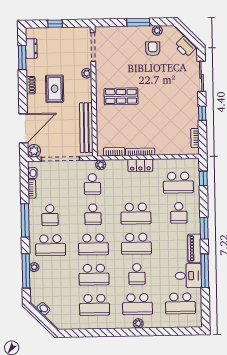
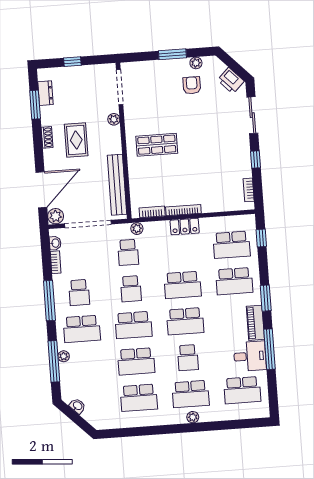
school desk: (179, 213) -> (234, 281), width x1.85

